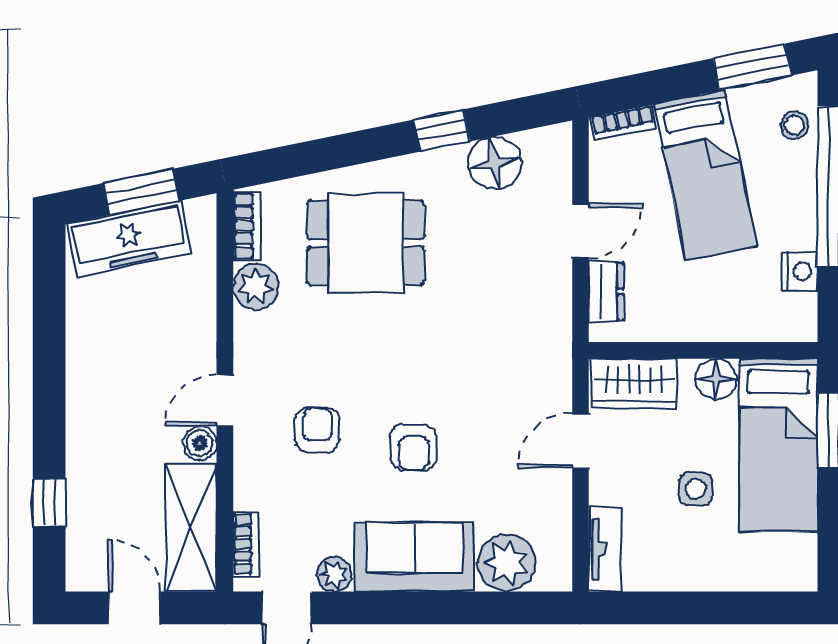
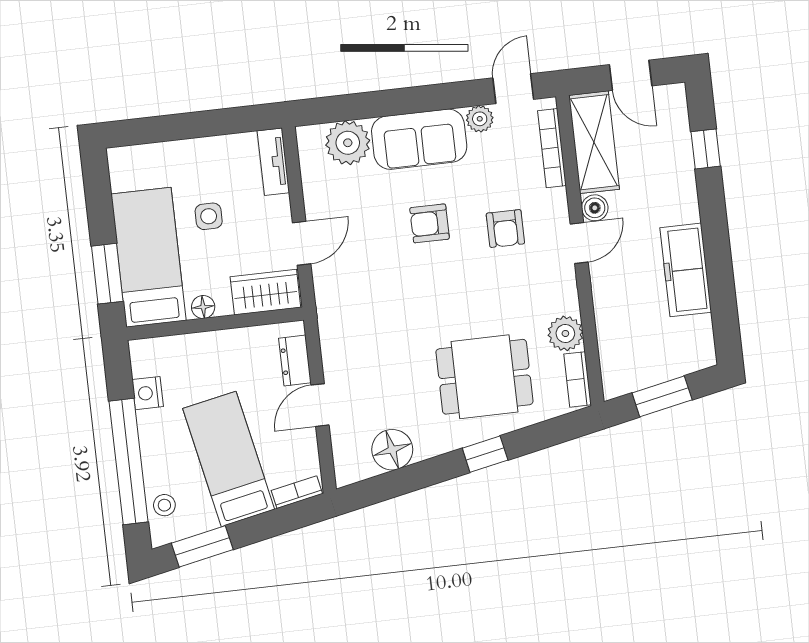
window: (442, 130) -> (485, 454), moved
freezer: (129, 239) -> (686, 270), moved, turned -78
floor lamp: (716, 379) -> (203, 307), width x0.73, depth x0.73
armchair: (414, 447) -> (430, 223), turned -90
bookcase: (246, 544) -> (552, 148), width x1.56

